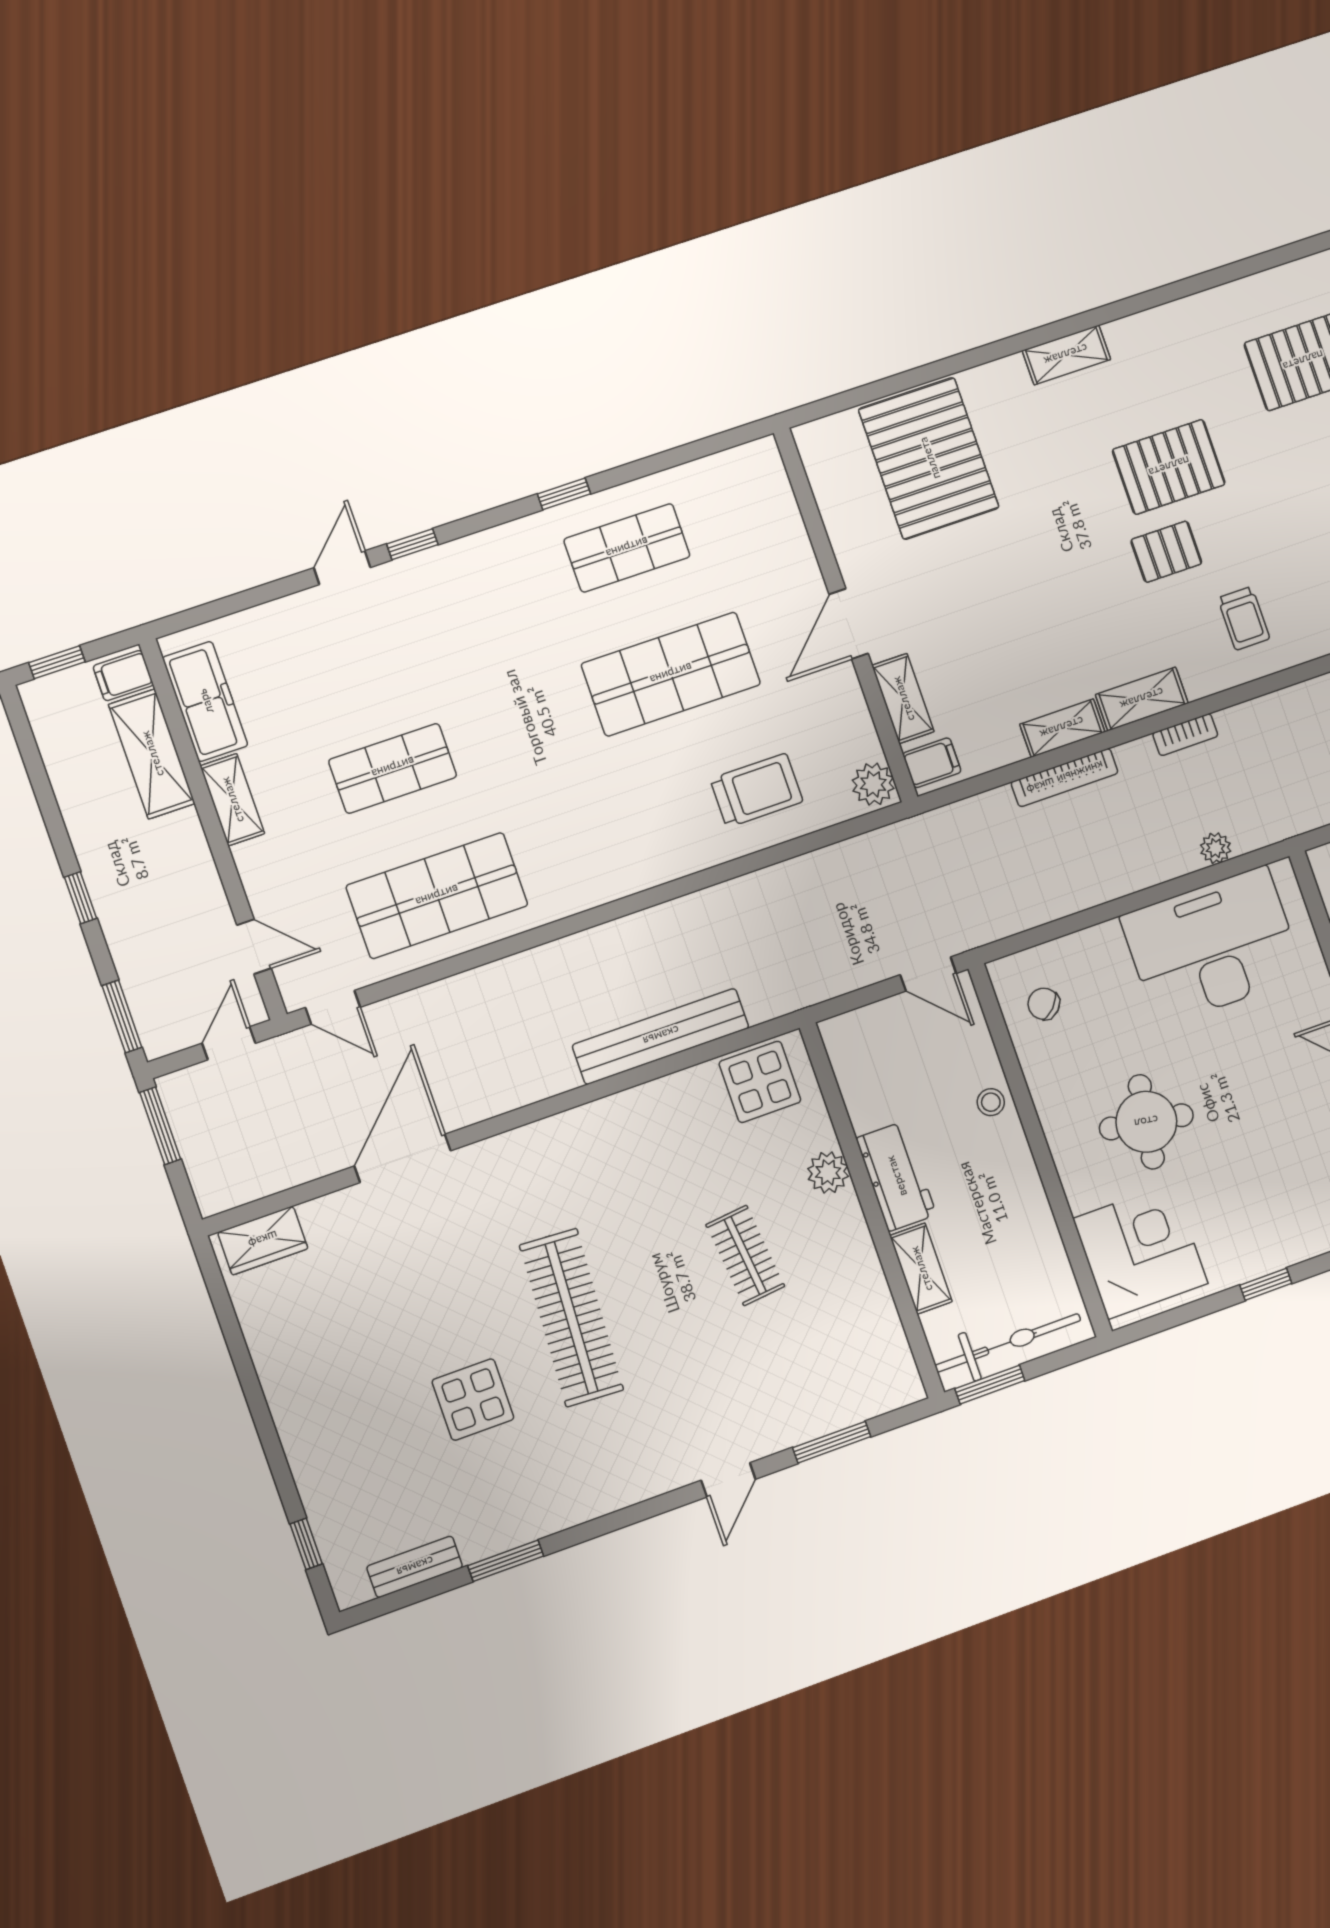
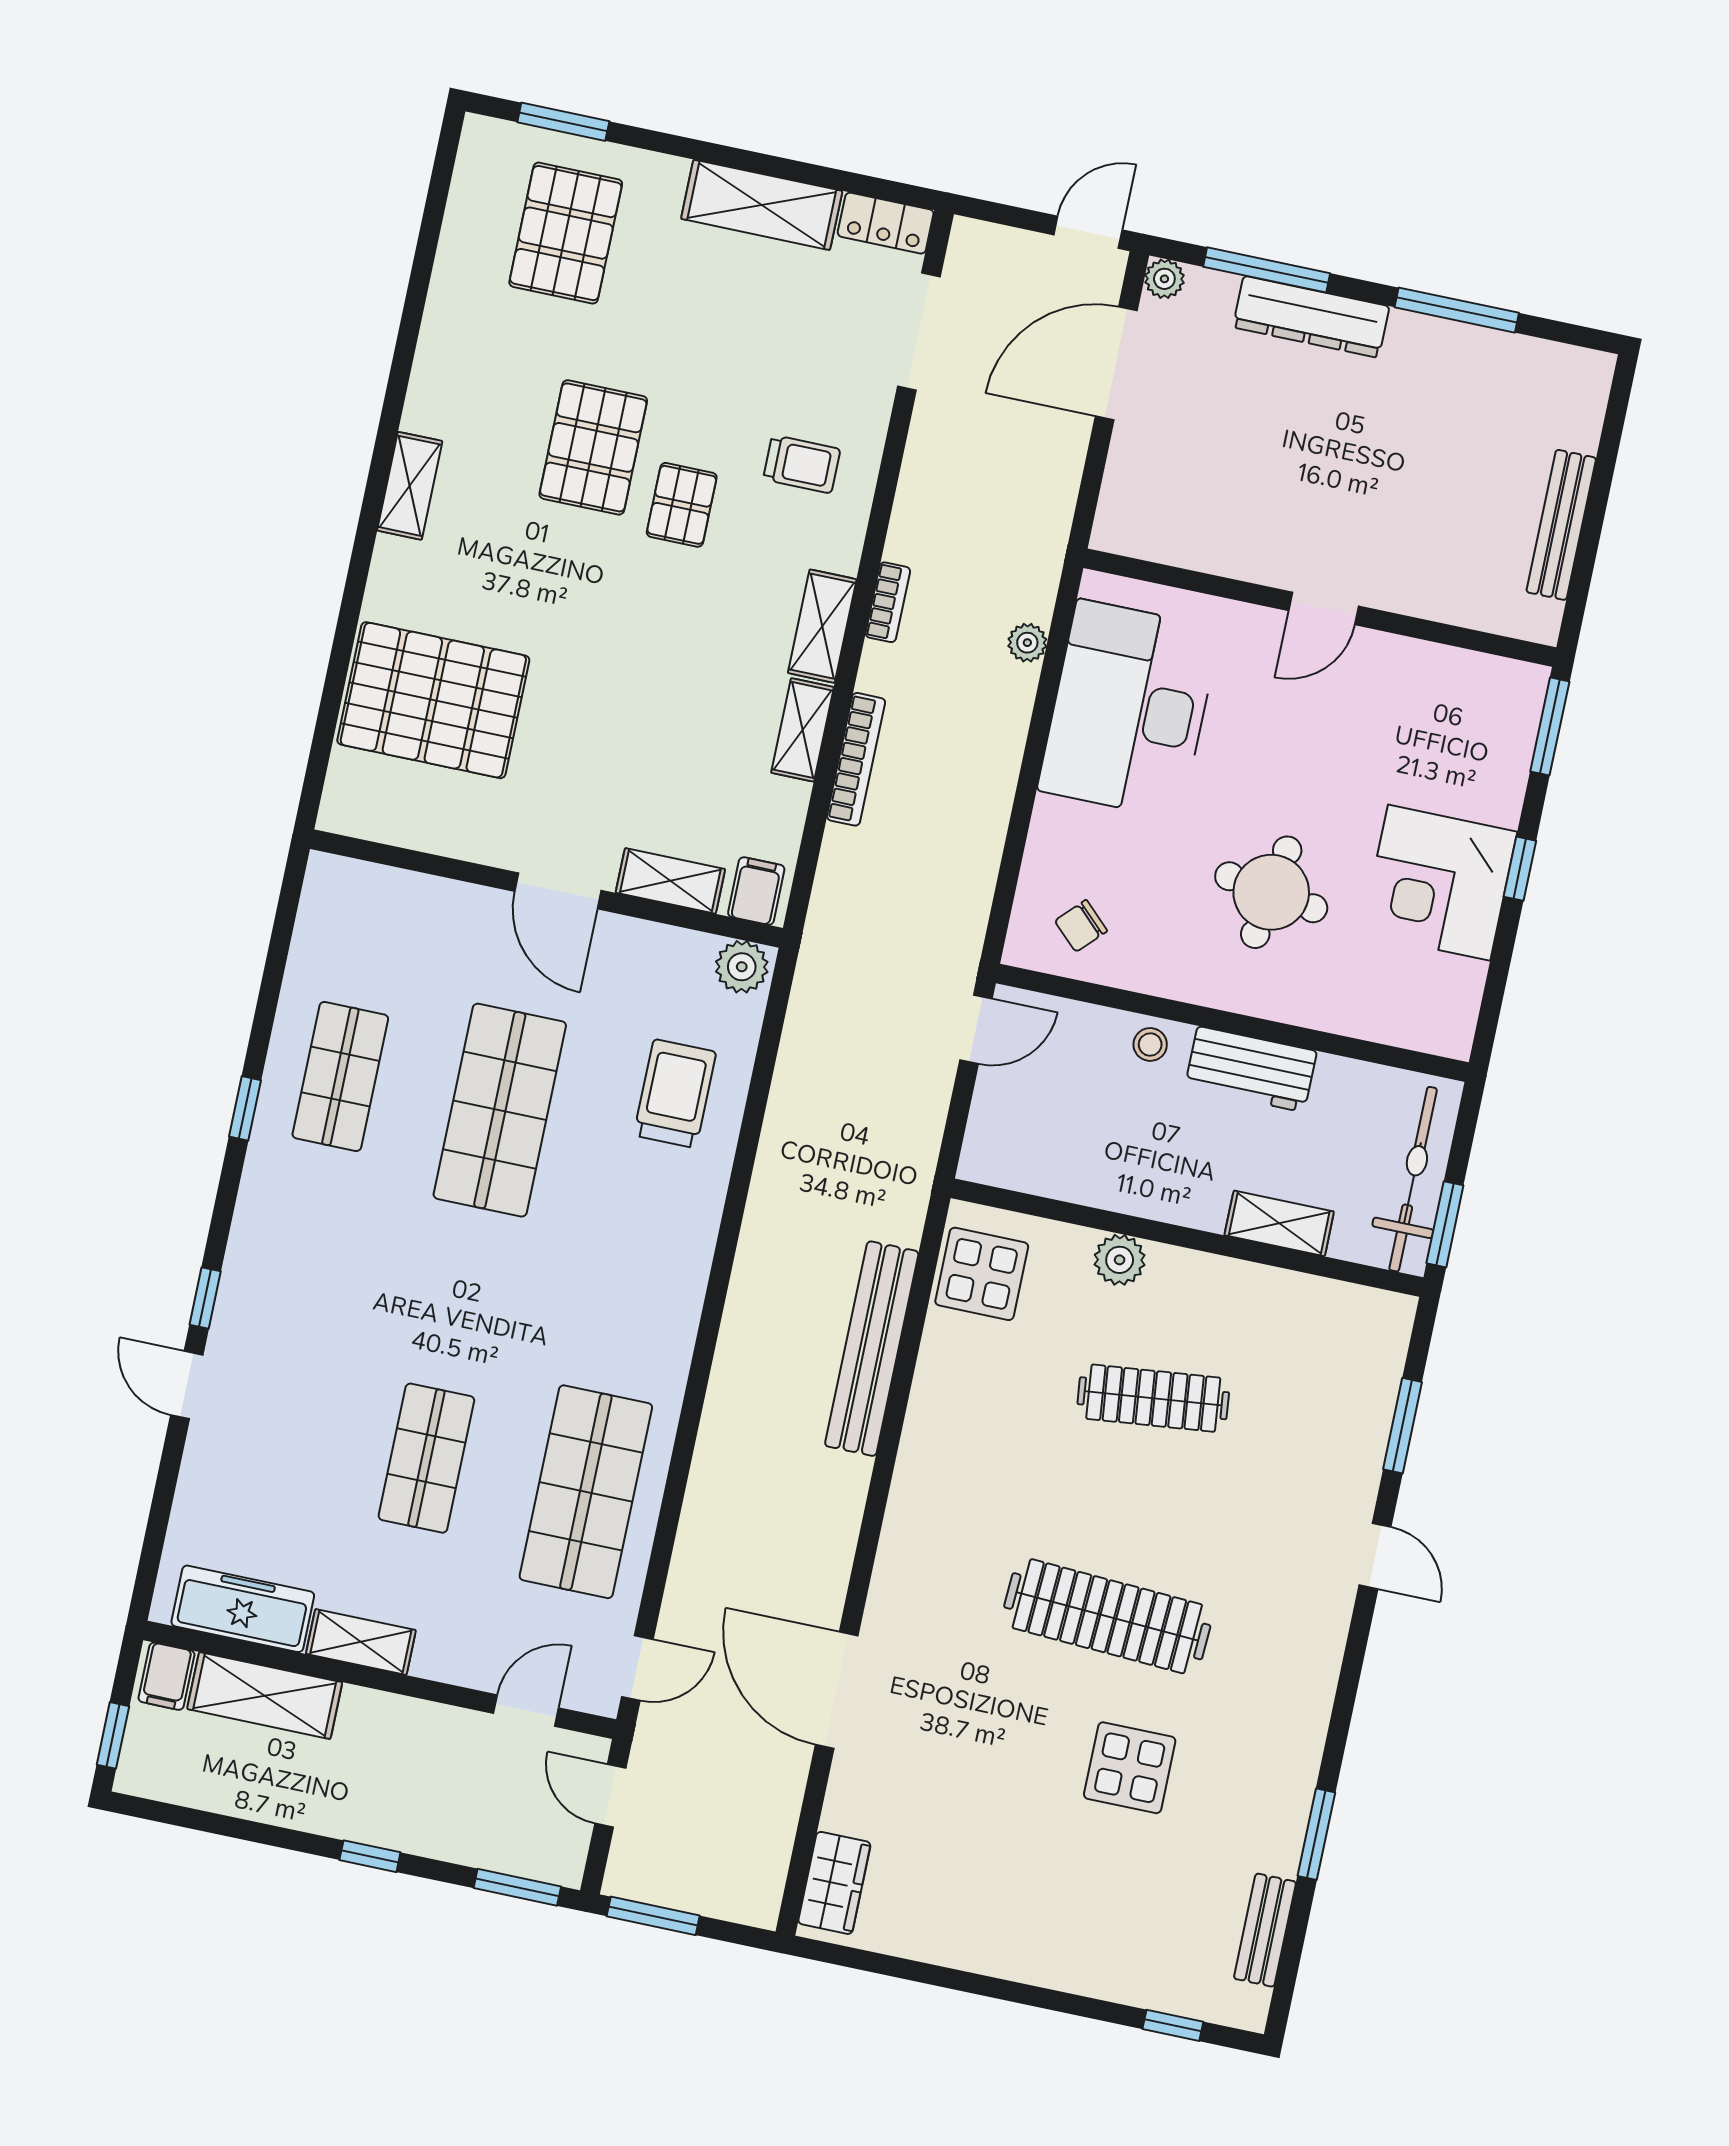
workbench: (896, 1176) -> (1251, 1069), moved, turned 180
corner desk: (1140, 1251) -> (1439, 883), moved, turned -90
clothes rail: (745, 1256) -> (1153, 1398), width x1.36

